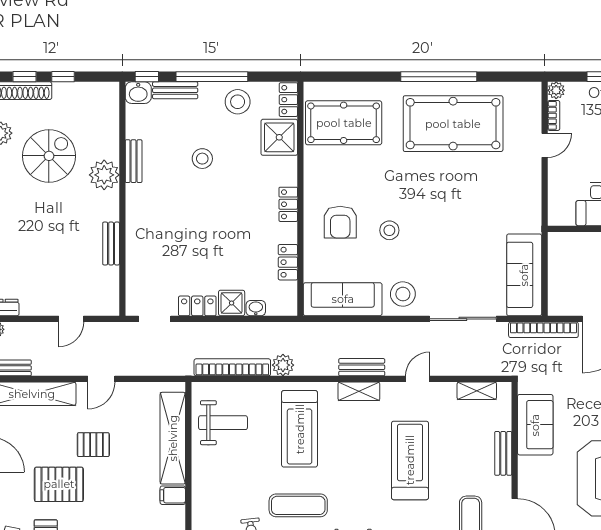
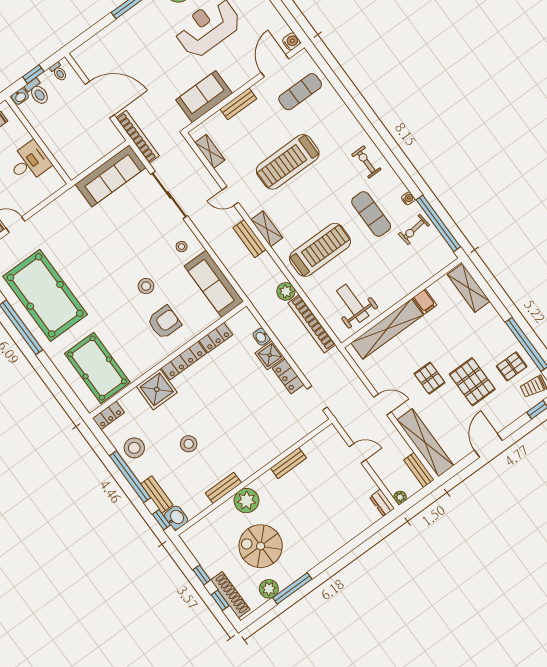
shower: (279, 137) -> (157, 389), moved
locker: (288, 204) -> (184, 361), width x1.53
stool: (403, 294) -> (182, 247), width x0.53, depth x0.53

